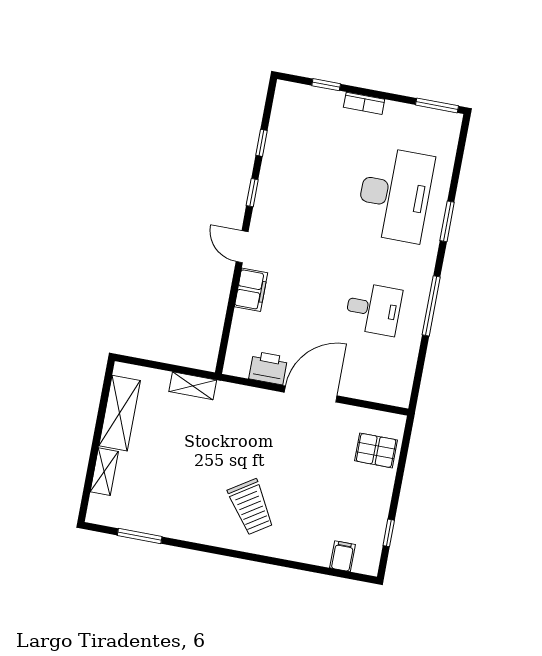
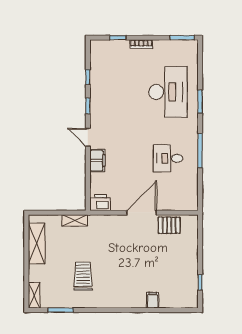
desk: (373, 309) -> (168, 158), turned 180
printer: (268, 368) -> (101, 203), moved
pallet: (376, 450) -> (169, 225), moved
shelving: (104, 472) -> (34, 295), moved
trolley: (251, 507) -> (83, 276), moved, turned -147
filing cabinet: (343, 556) -> (153, 300), moved

